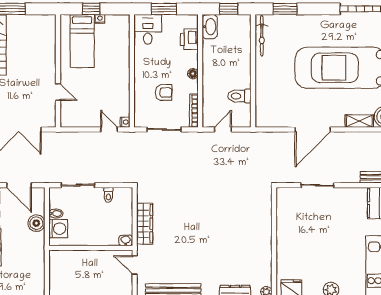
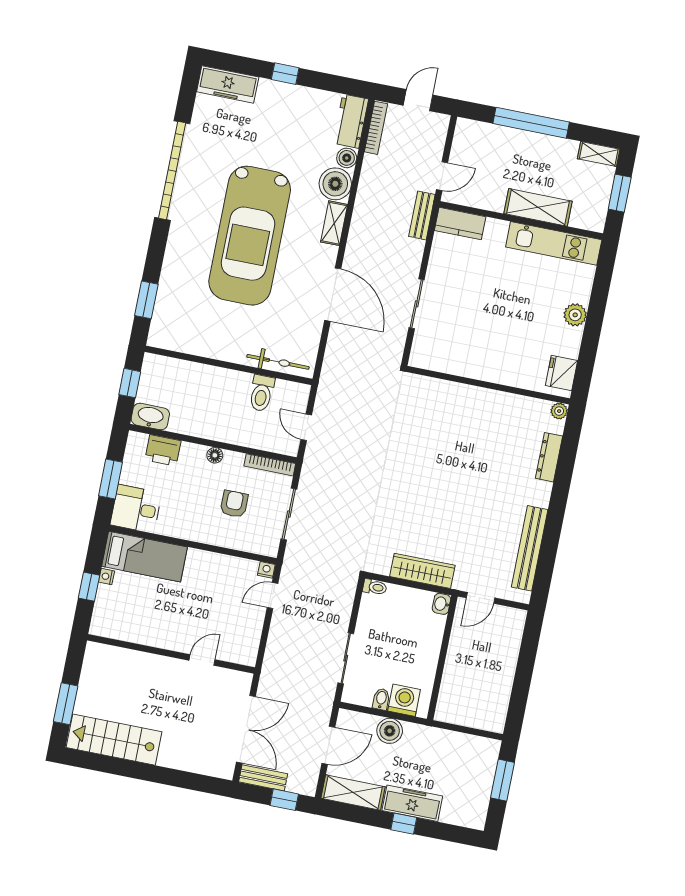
bicycle: (262, 35) -> (278, 362), moved
bed: (82, 41) -> (144, 557), moved
toilet: (108, 195) -> (375, 587), moved

